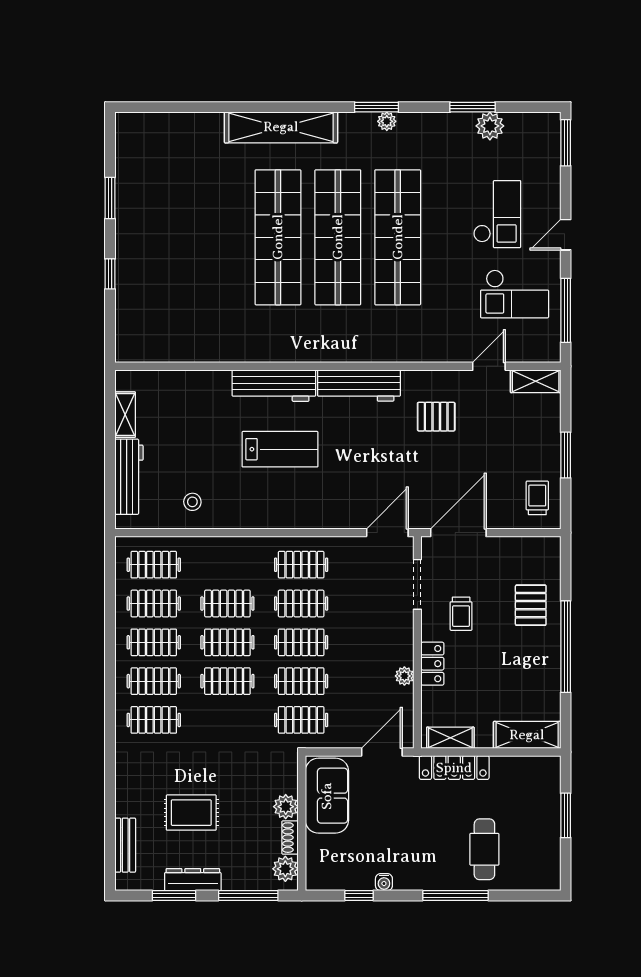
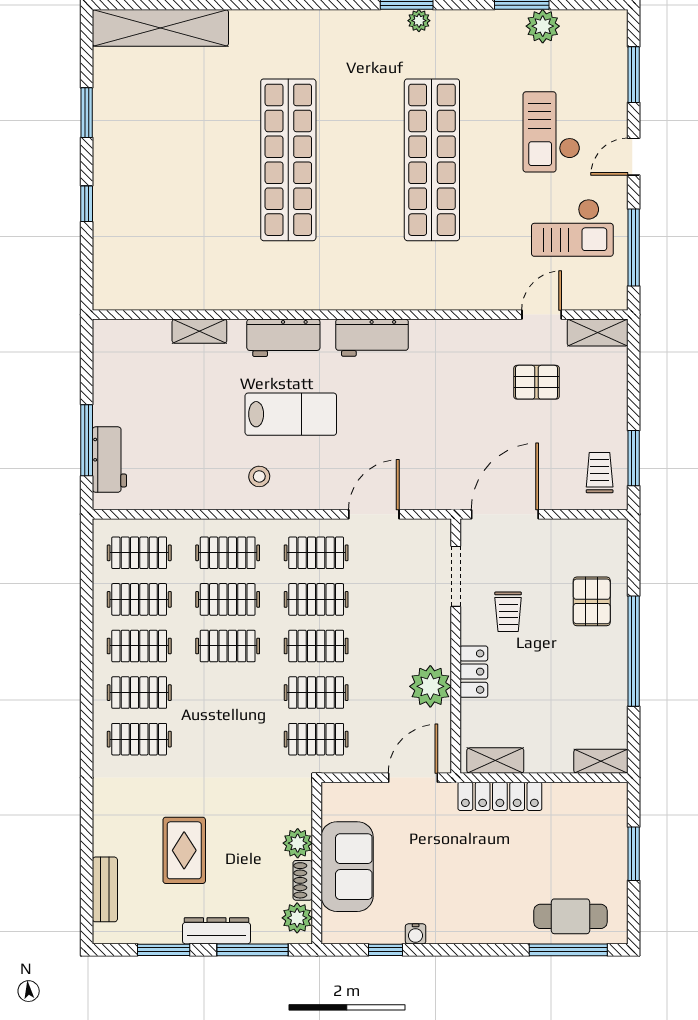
shelving: (281, 127) -> (160, 28), moved
window: (566, 143) -> (634, 75), moved
checkout: (497, 214) -> (551, 132), turned 180
shop shelf: (338, 237) -> (360, 160), removed
workbench: (359, 385) -> (372, 338), width x0.73
workbench: (274, 386) -> (283, 338), width x0.73
shelving: (125, 415) -> (199, 331), moved, turned 90
pallet: (436, 417) -> (537, 382), moved
window: (566, 455) -> (634, 458), moved
window: (110, 471) -> (87, 440), added
workbench: (129, 477) -> (109, 460), width x0.73
stool: (192, 502) -> (259, 476), moved
door: (387, 533) -> (374, 514), moved
plant: (404, 676) -> (430, 686), width x1.87, depth x1.87
clothes rail: (227, 681) -> (228, 553), moved
shelving: (527, 735) -> (601, 761), width x0.67, depth x0.75
sofa: (327, 796) -> (347, 867), moved
rug: (191, 813) -> (184, 850), turned 90
cafe table: (484, 849) -> (571, 916), moved, turned 90
dresser: (193, 880) -> (216, 931), moved
window: (455, 895) -> (568, 950), moved

